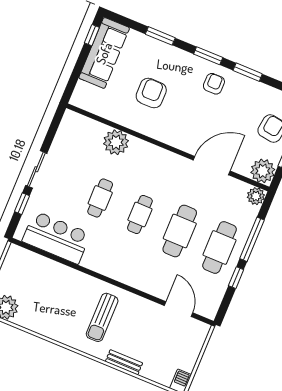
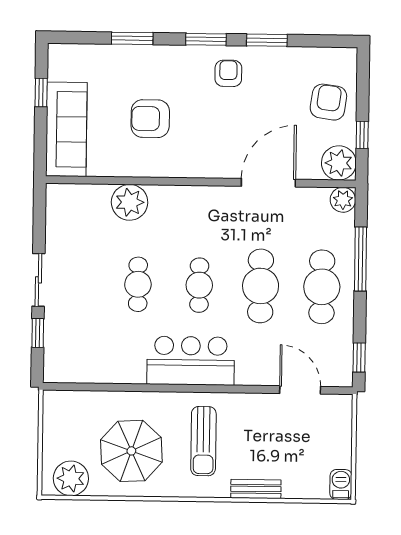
window: (92, 35) -> (41, 92), moved
sofa: (104, 53) -> (66, 129), moved
armchair: (151, 93) -> (150, 119), turned -90
bar counter: (56, 237) -> (191, 361), moved
window: (236, 278) -> (359, 358), moved
parasol: (53, 305) -> (131, 451), added

